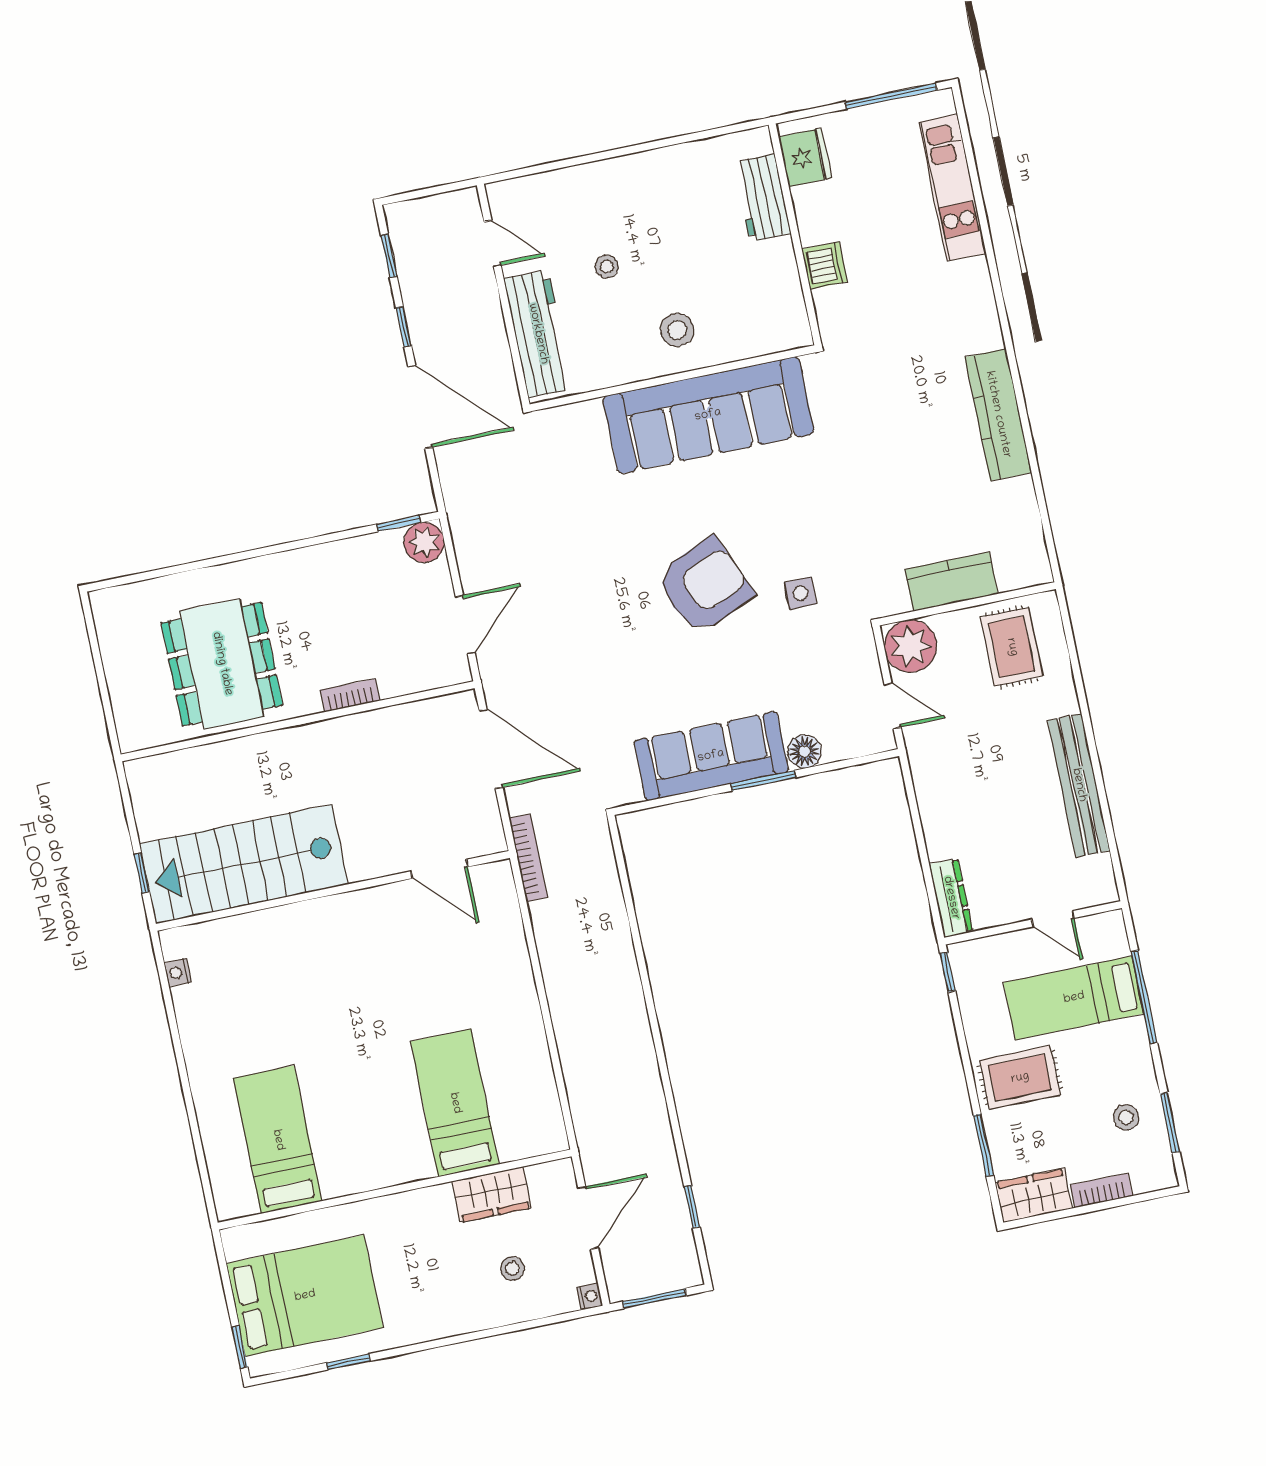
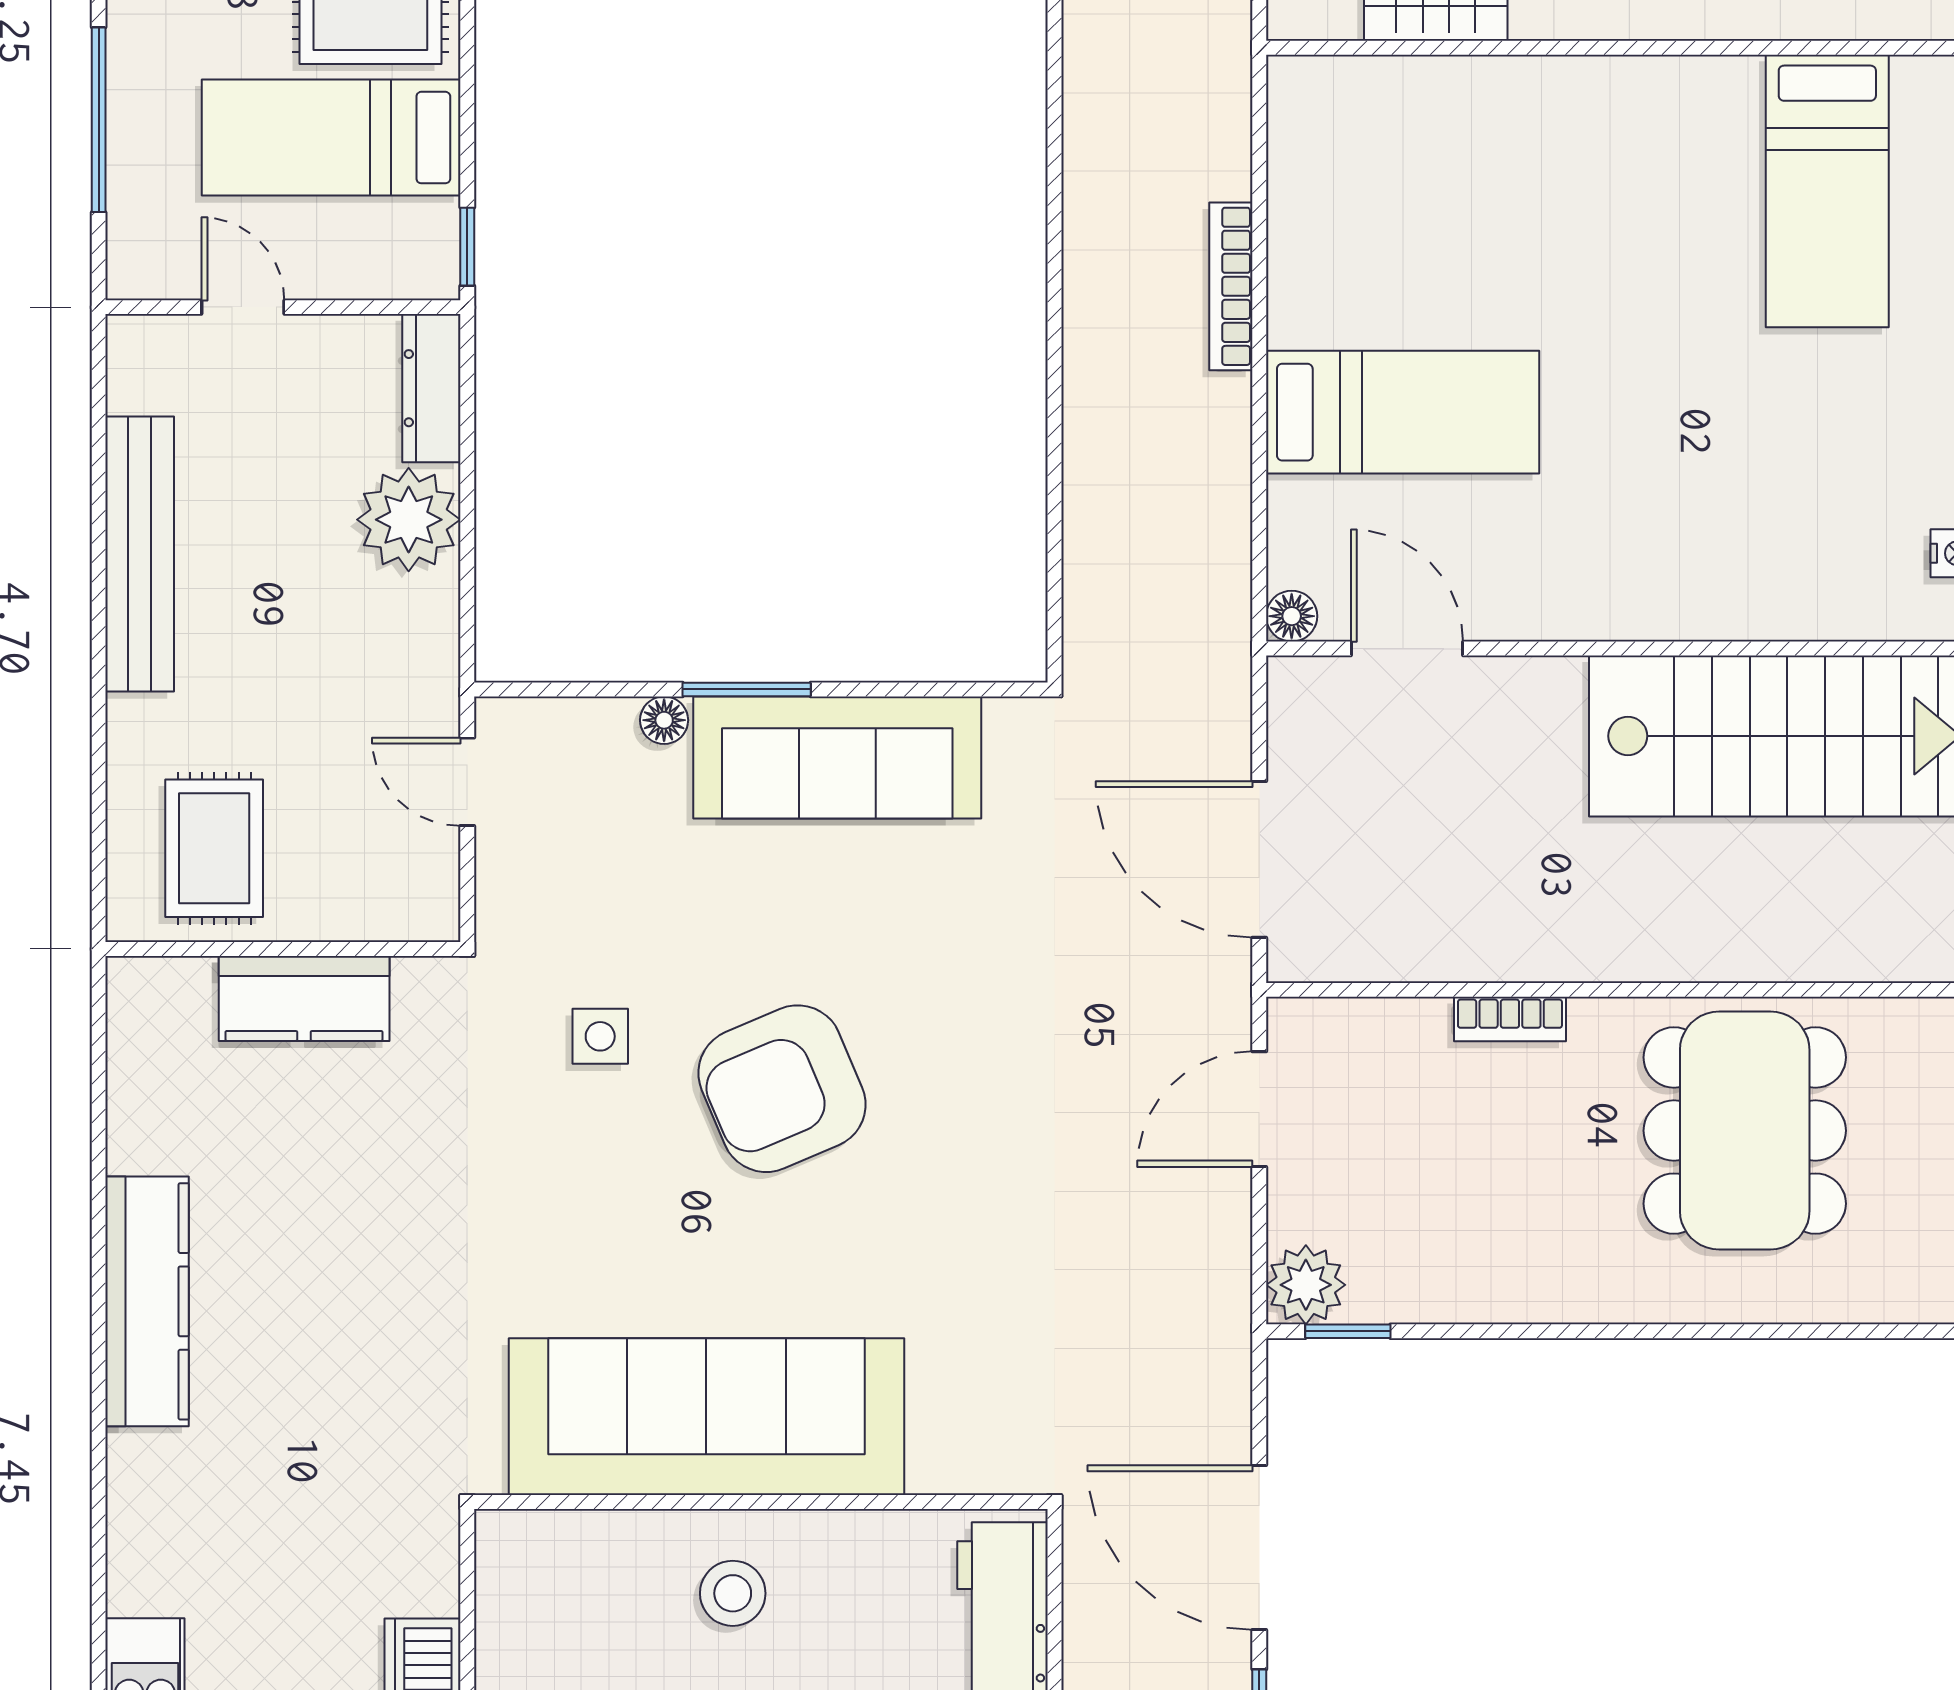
plant: (911, 646) -> (409, 520), moved
floor lamp: (805, 751) -> (664, 720), width x0.73, depth x0.73
bookcase: (528, 858) -> (1231, 286), moved
floor lamp: (500, 873) -> (1292, 616), added
bed: (1074, 998) -> (331, 138), moved, turned 180
bed: (455, 1103) -> (1403, 412), moved, turned -90

